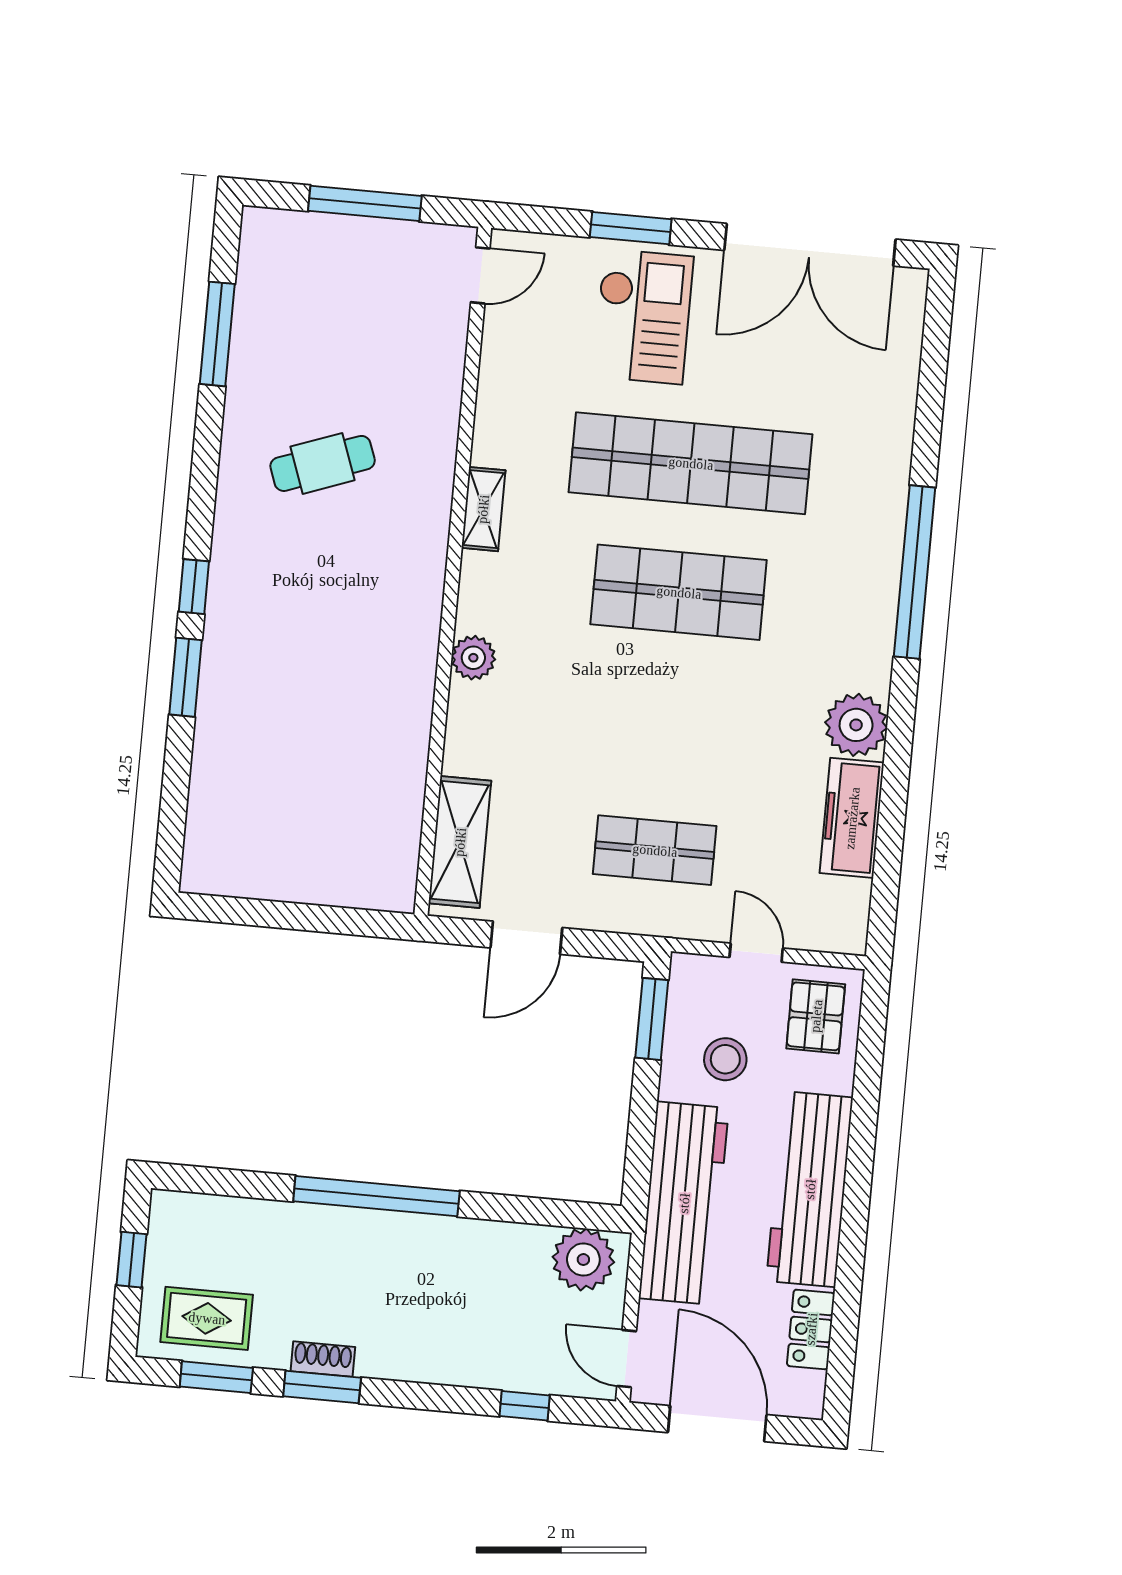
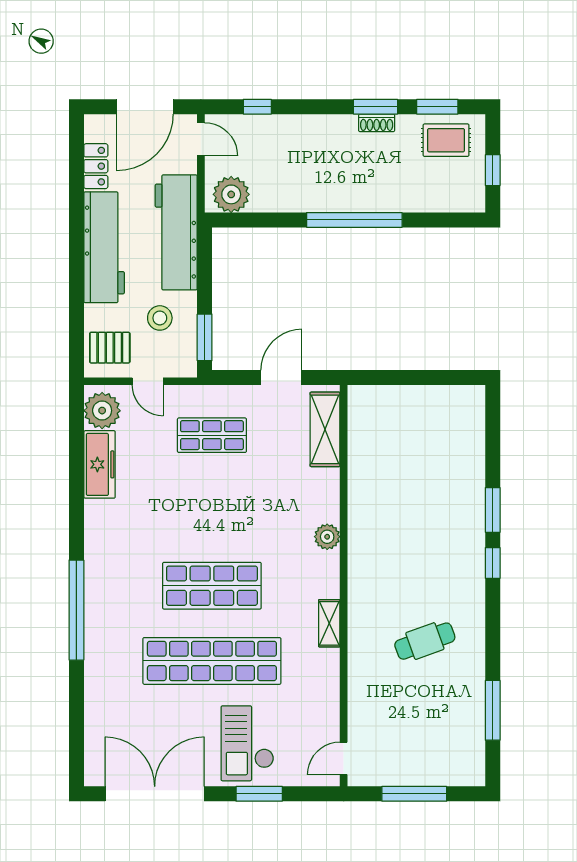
plant: (856, 725) -> (102, 411), moved
pallet: (816, 1016) -> (110, 348), turned 90
door: (717, 1424) -> (145, 107), hinge flipped

